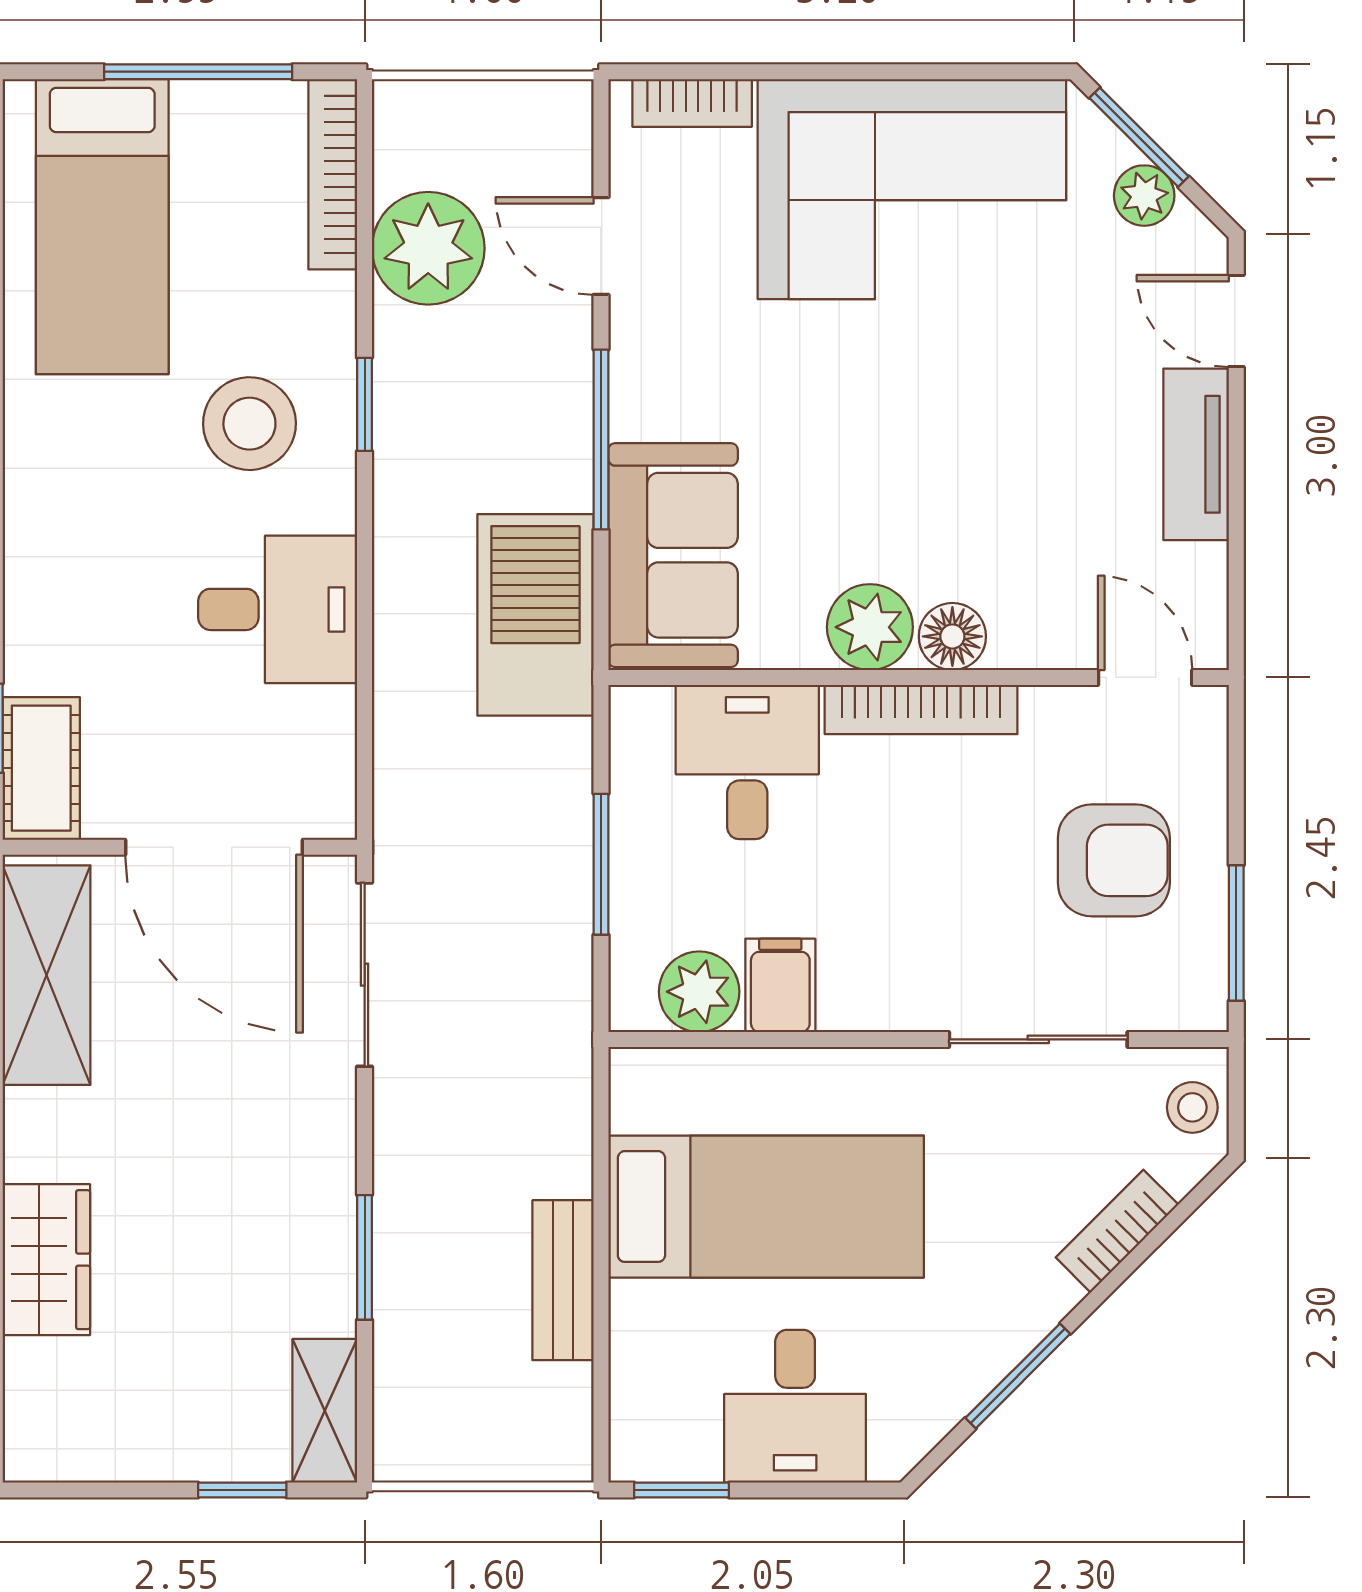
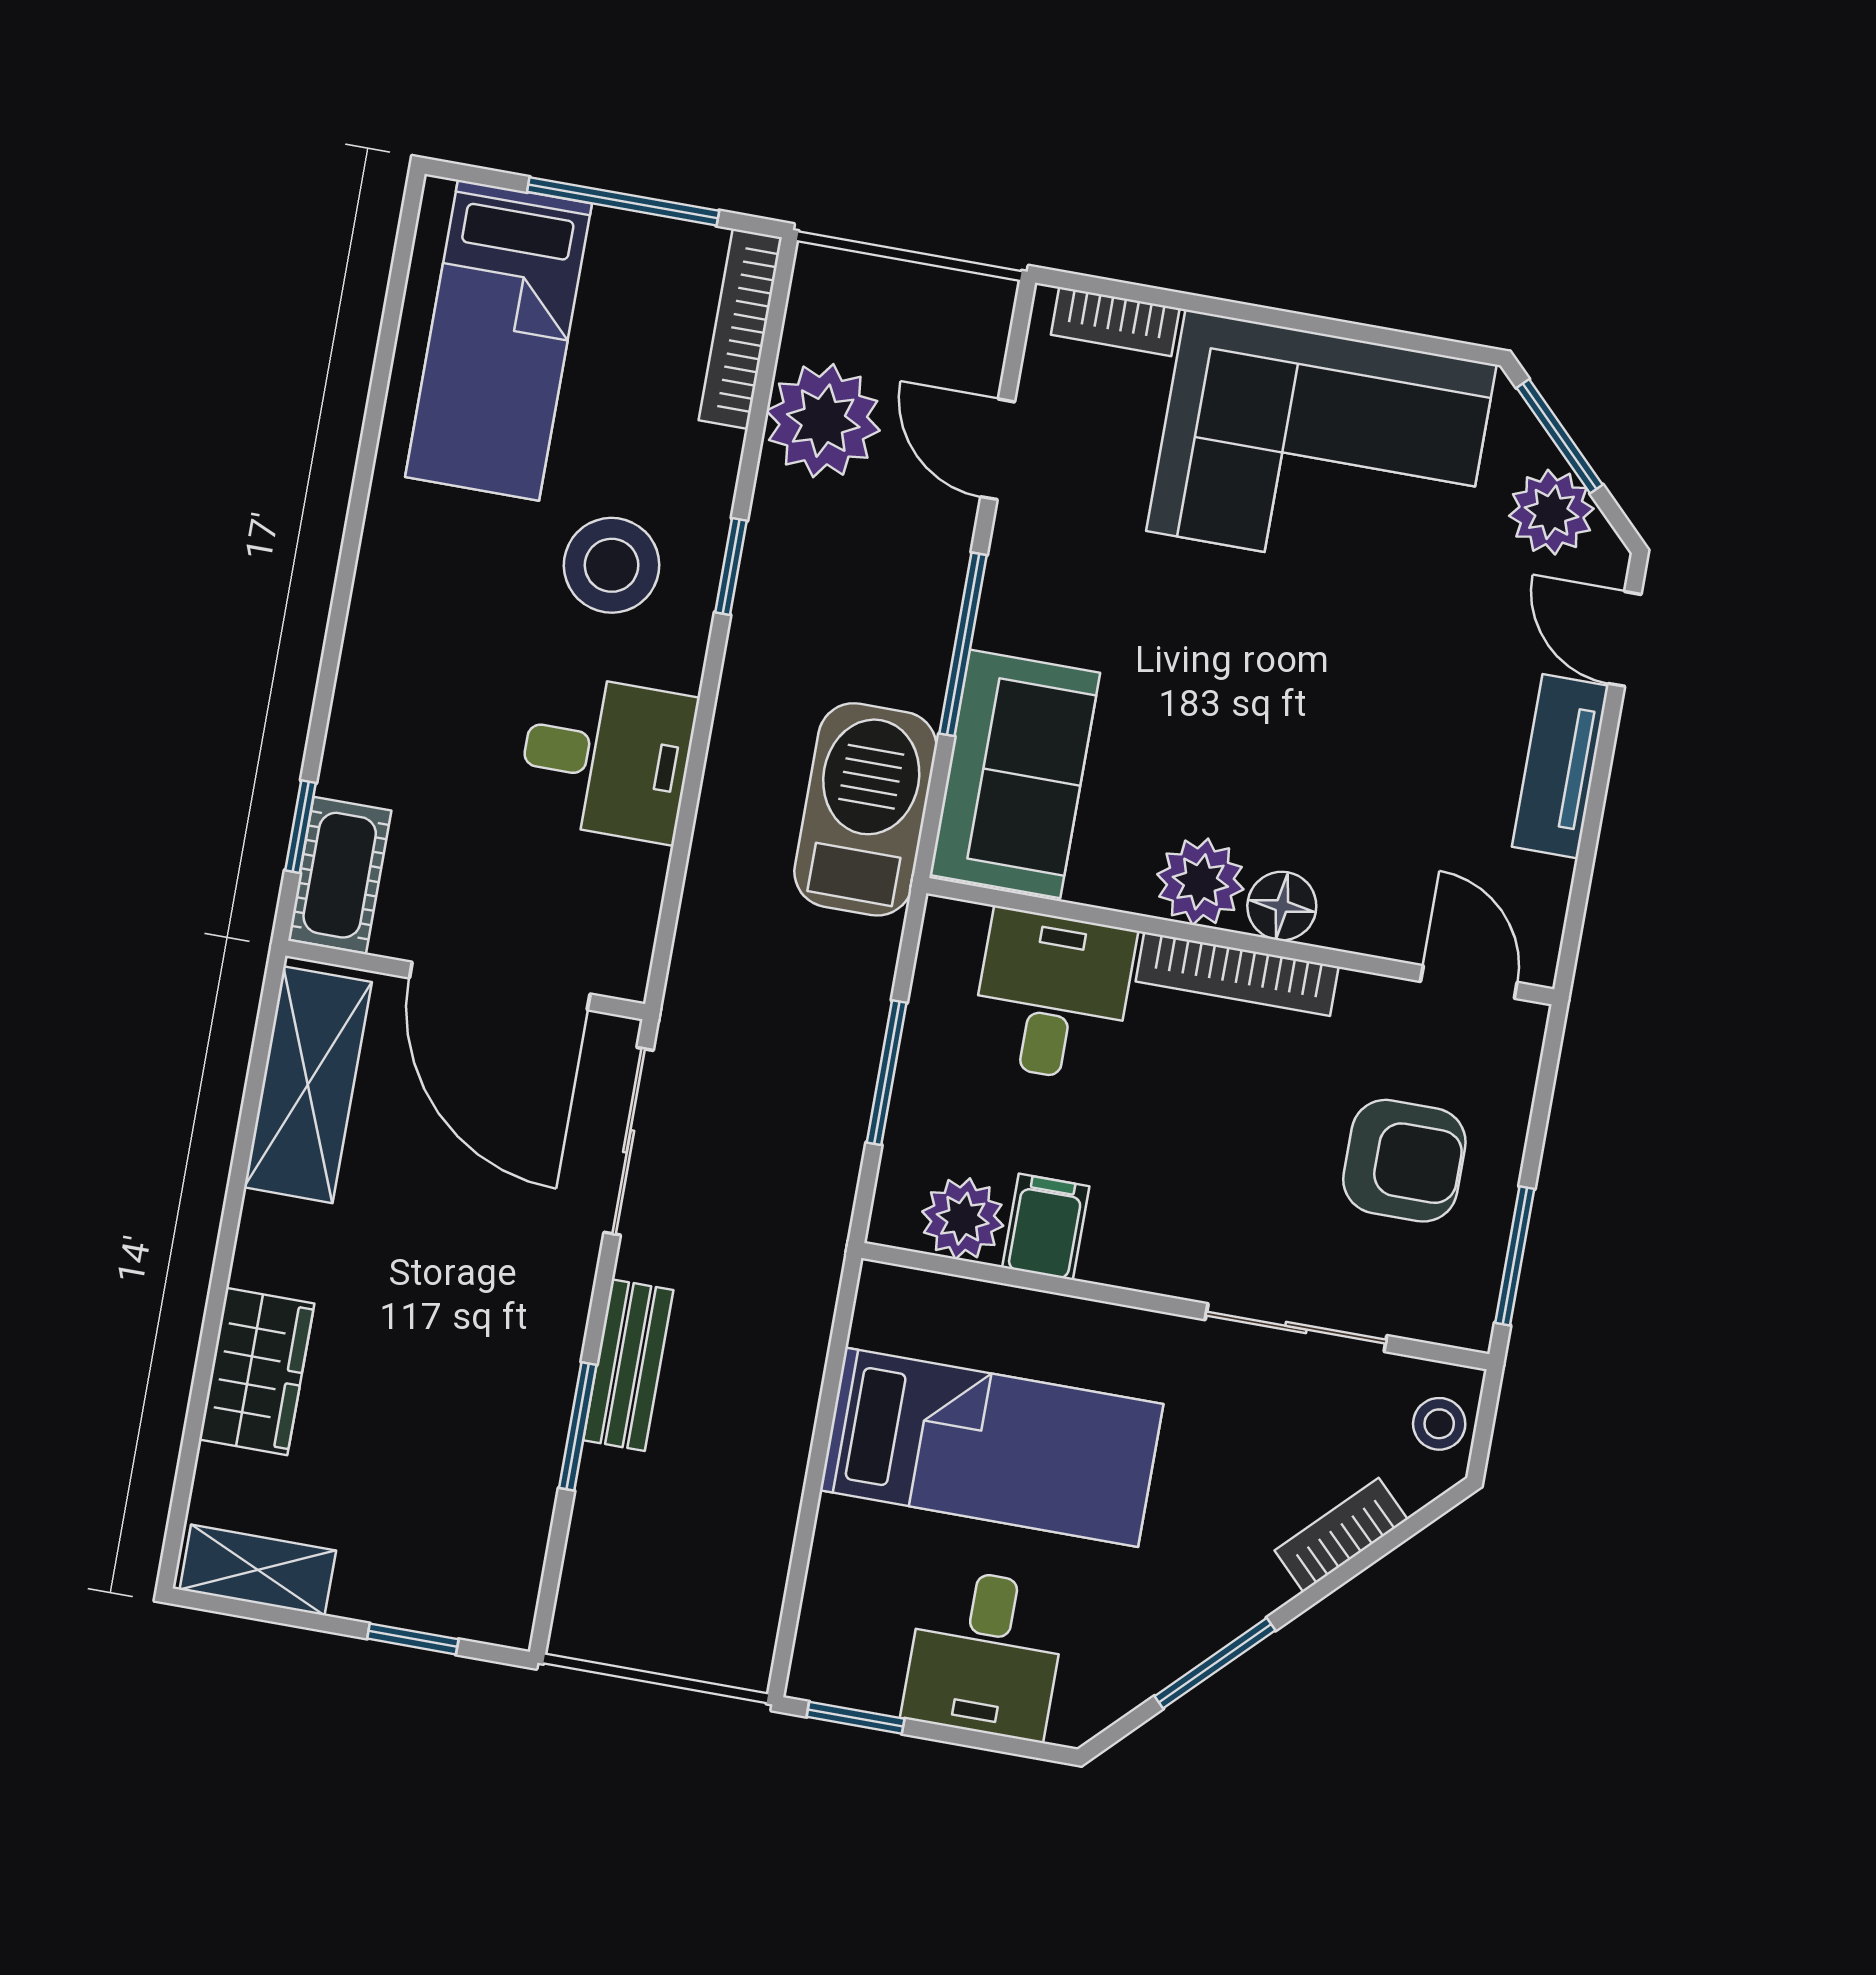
plant: (1144, 196) -> (1551, 512), width x1.38, depth x1.38
bench: (563, 1280) -> (628, 1365), moved
shelving: (325, 1411) -> (258, 1570), moved, turned 90

